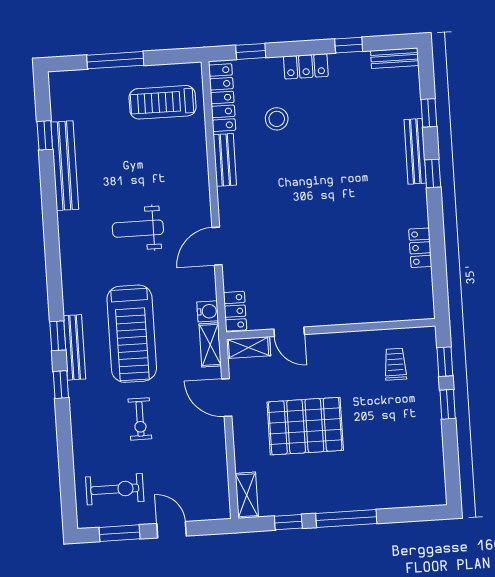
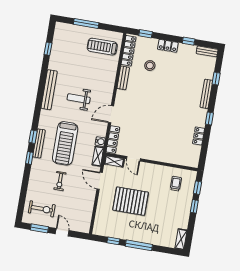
bench: (65, 166) -> (49, 90), moved
window: (433, 173) -> (209, 119), moved
locker: (235, 311) -> (113, 140), width x1.53
shelving: (247, 495) -> (181, 239), moved

